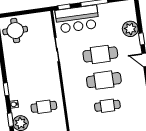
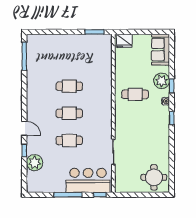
cafe table: (100, 54) -> (69, 140), width x0.73, depth x0.74
cafe table: (104, 80) -> (69, 113), width x0.73, depth x0.74

